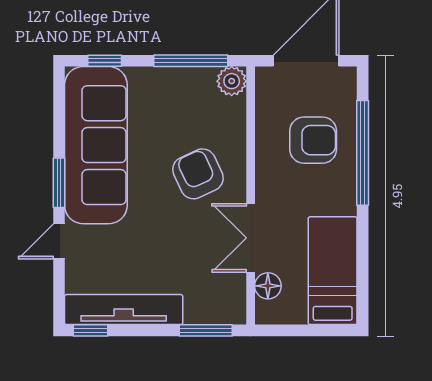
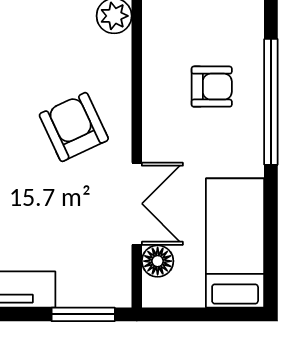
armchair: (313, 140) -> (212, 87), width x0.72, depth x0.72
double door: (251, 238) -> (137, 204), swing flipped

